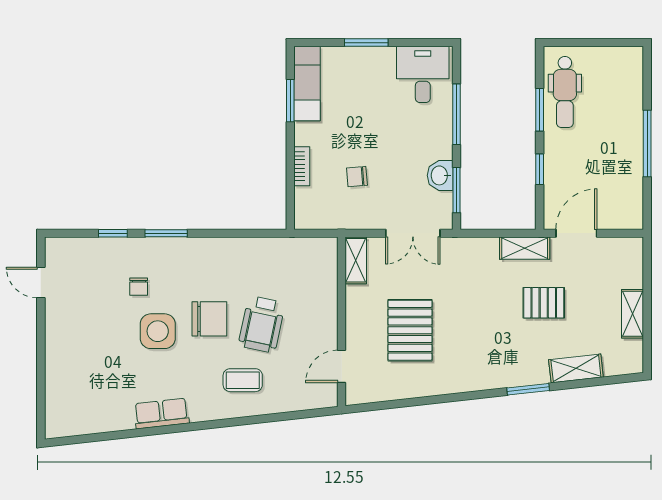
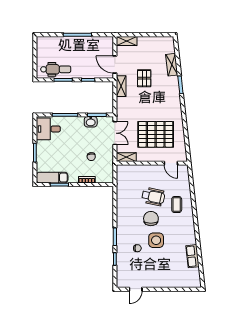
shelving: (633, 314) -> (127, 41), moved
pallet: (410, 330) -> (156, 134), width x1.37, depth x1.41
row of seats: (161, 413) -> (193, 256), moved

